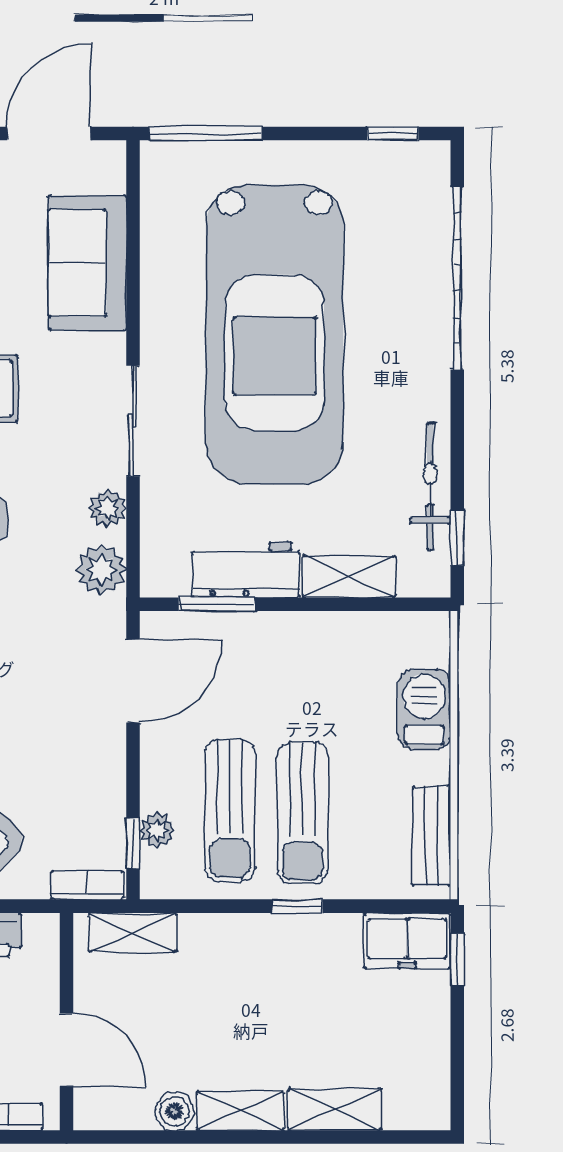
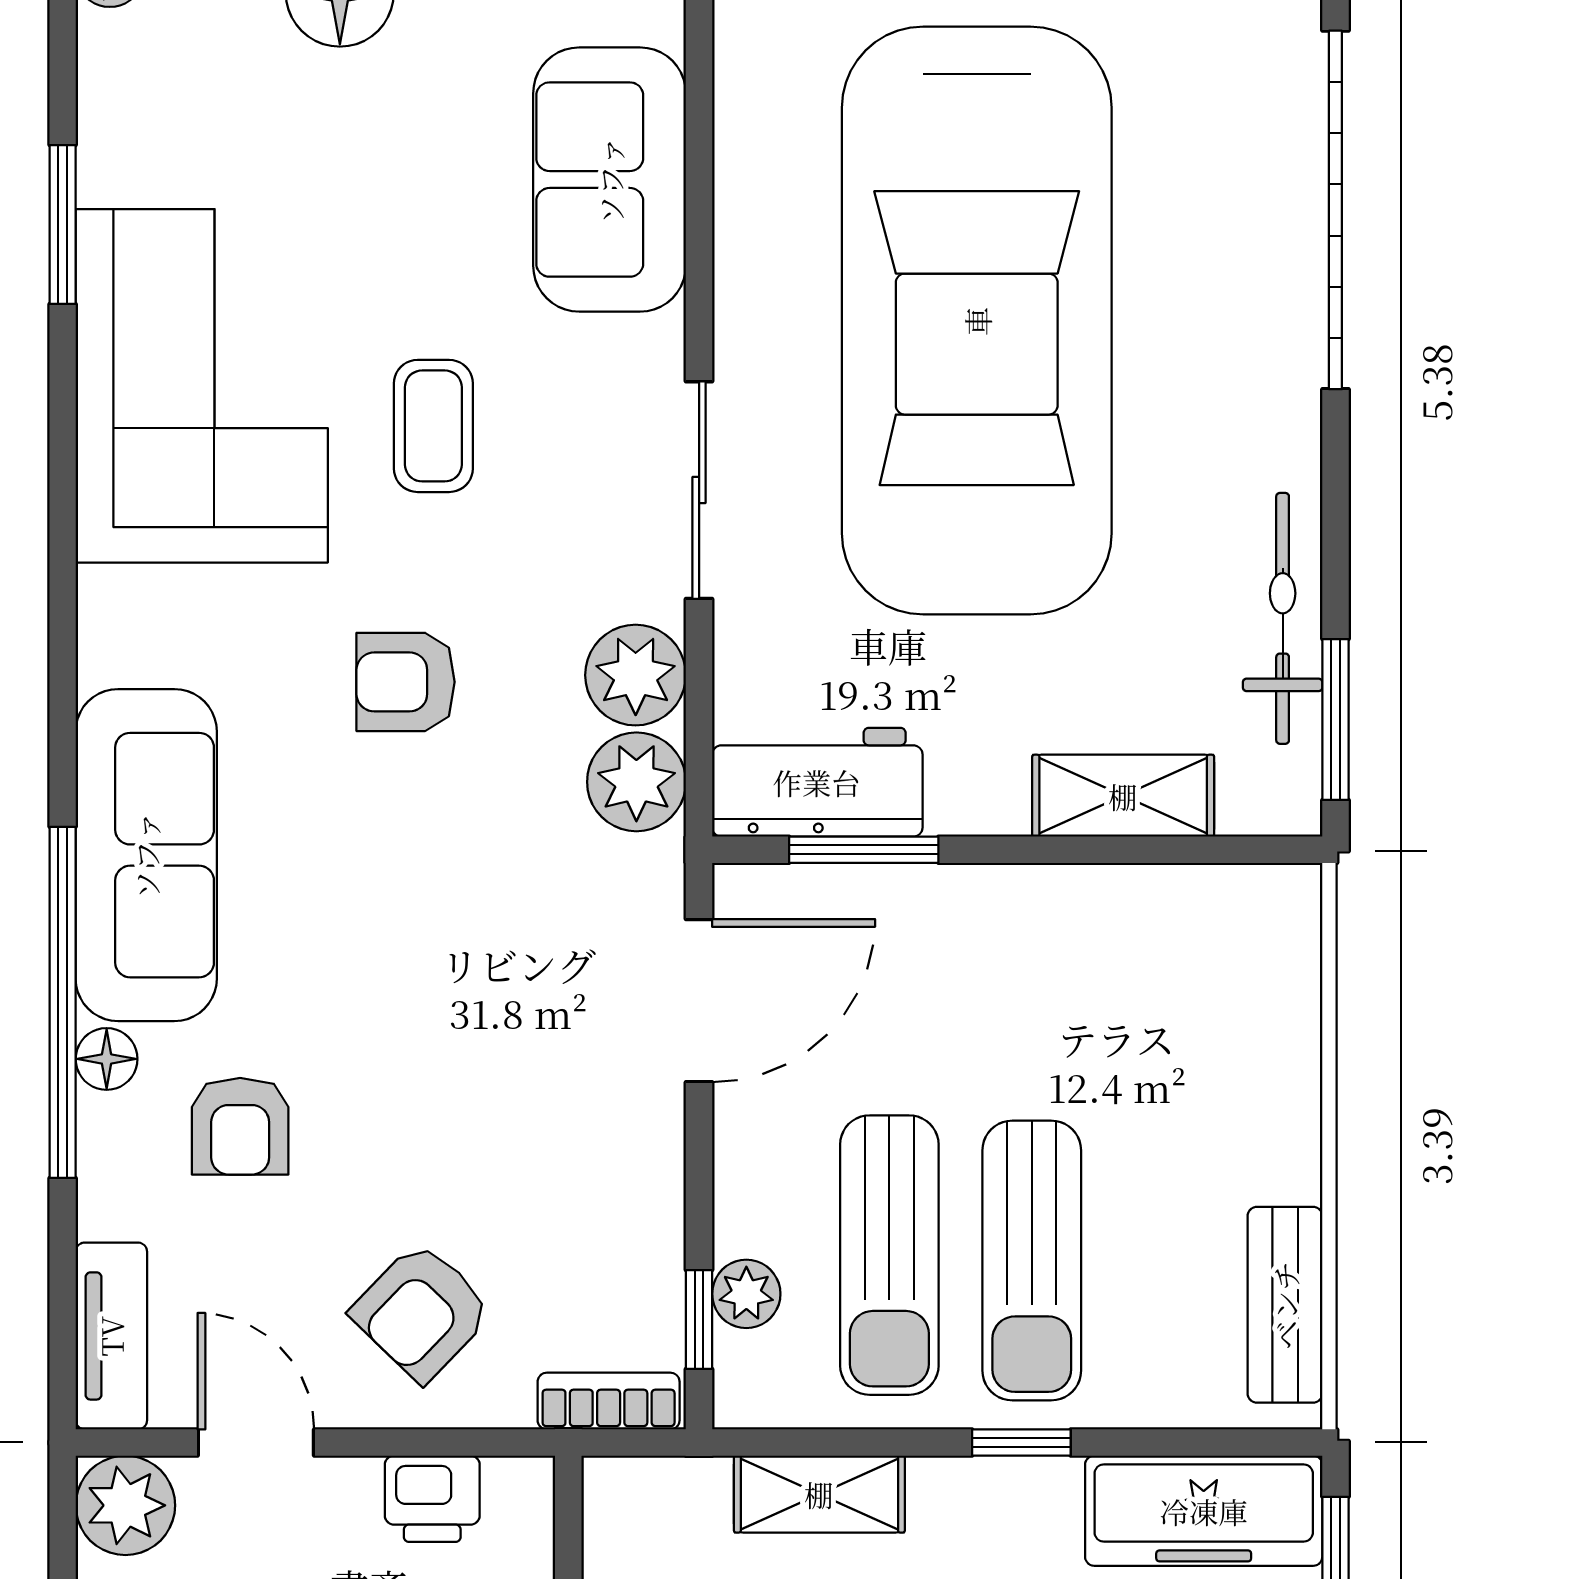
plant: (108, 508) -> (636, 675), width x1.38, depth x1.38
window: (457, 538) -> (1335, 720), width x1.50
workbench: (246, 570) -> (817, 782), moved
barbecue: (424, 709) -> (1271, 1056), removed
shelving: (132, 932) -> (819, 1494), moved
freezer: (407, 941) -> (1204, 1511), width x1.40

